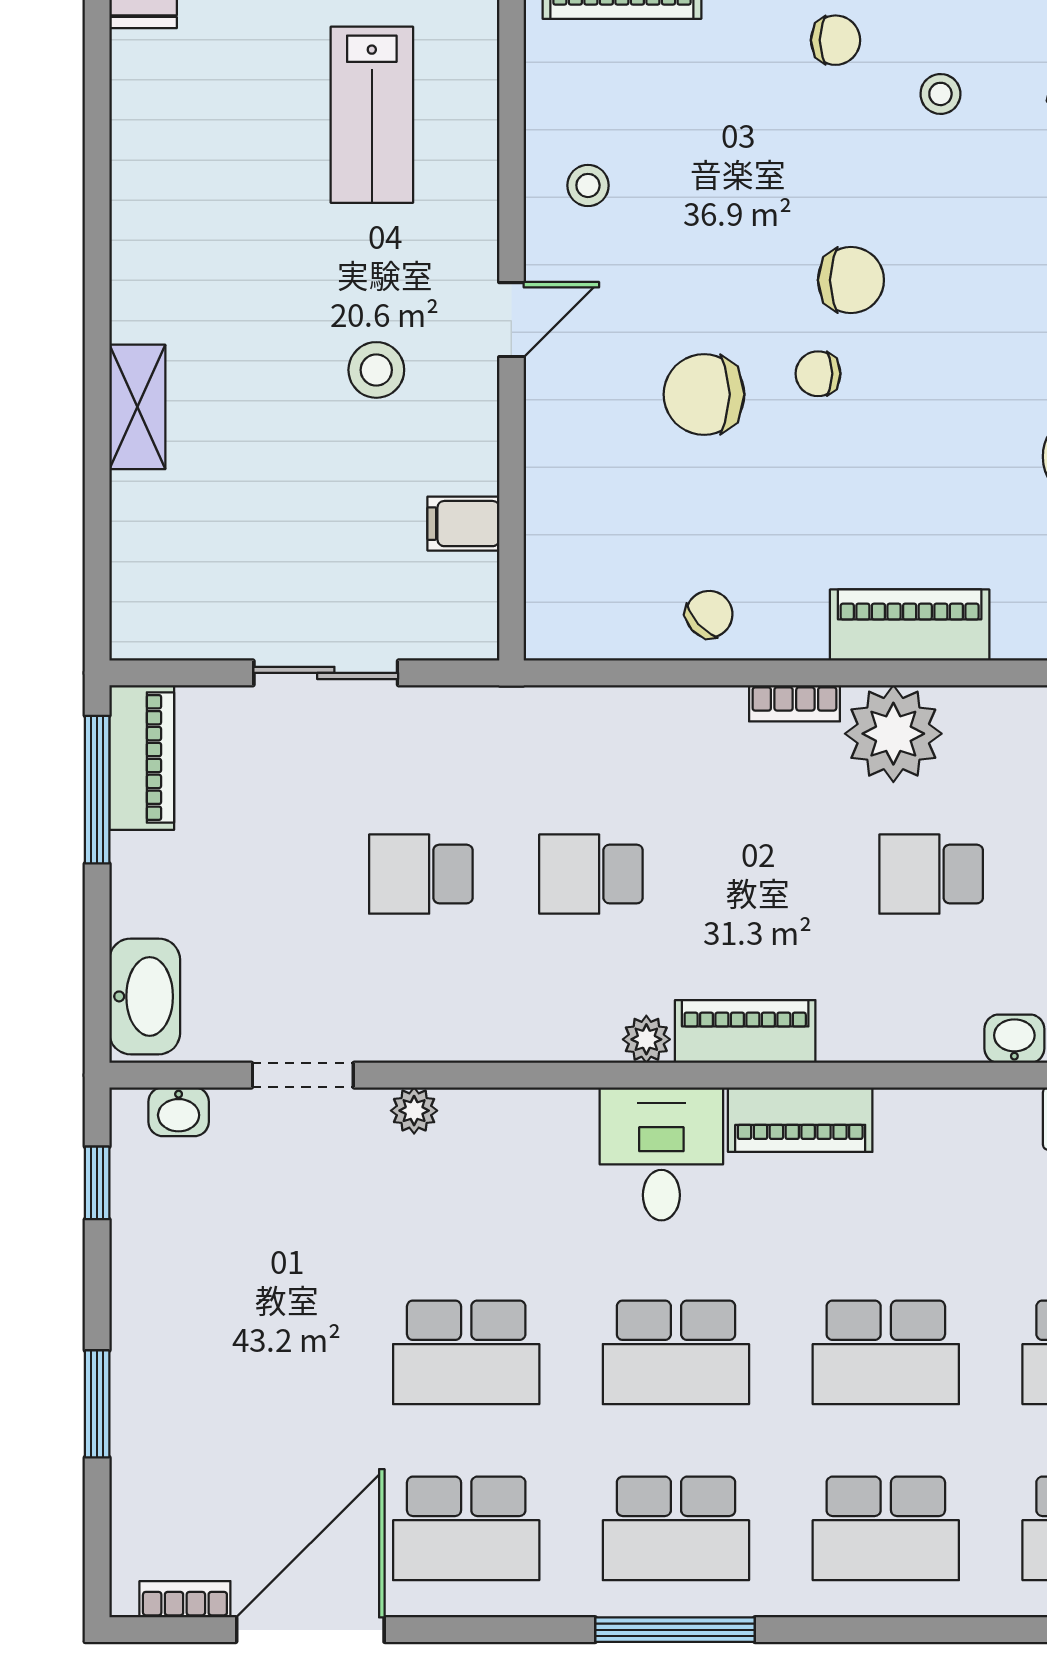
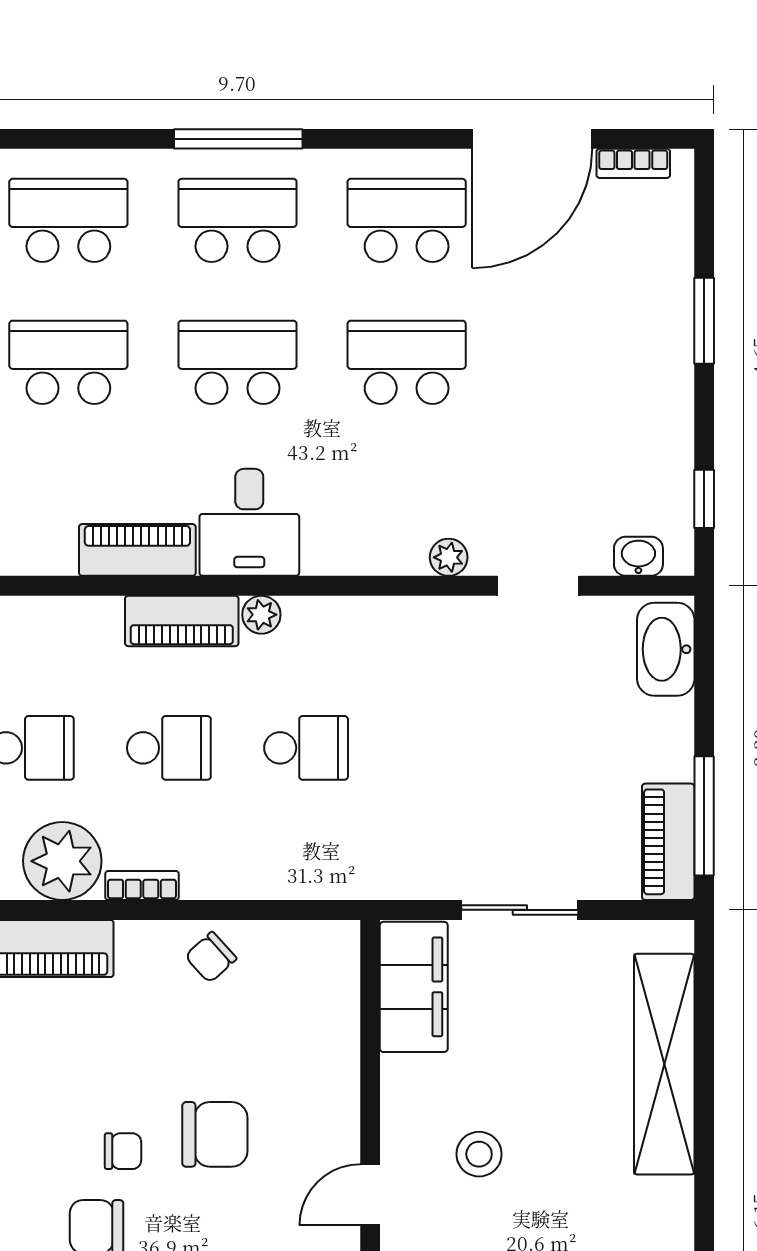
shelving: (137, 407) -> (664, 1064), width x2.20, depth x1.33
filing cabinet: (463, 524) -> (414, 987), width x3.00, depth x1.17
school desk: (421, 874) -> (169, 748), moved

